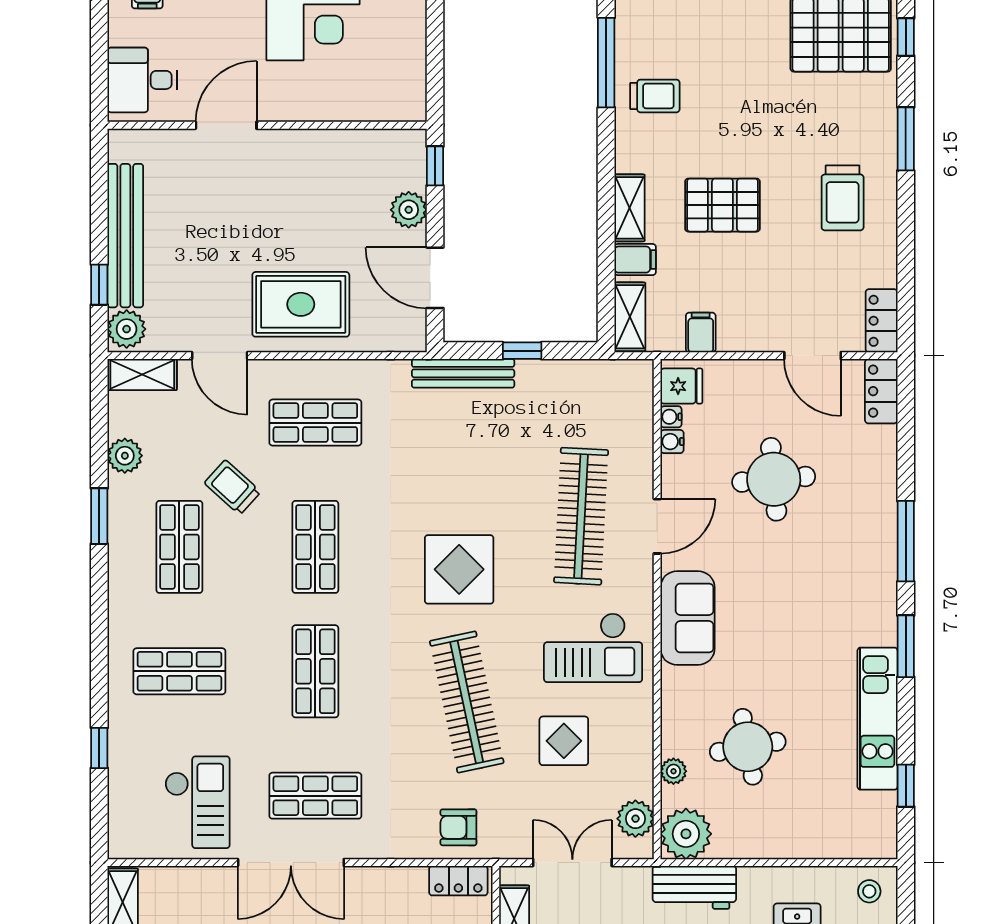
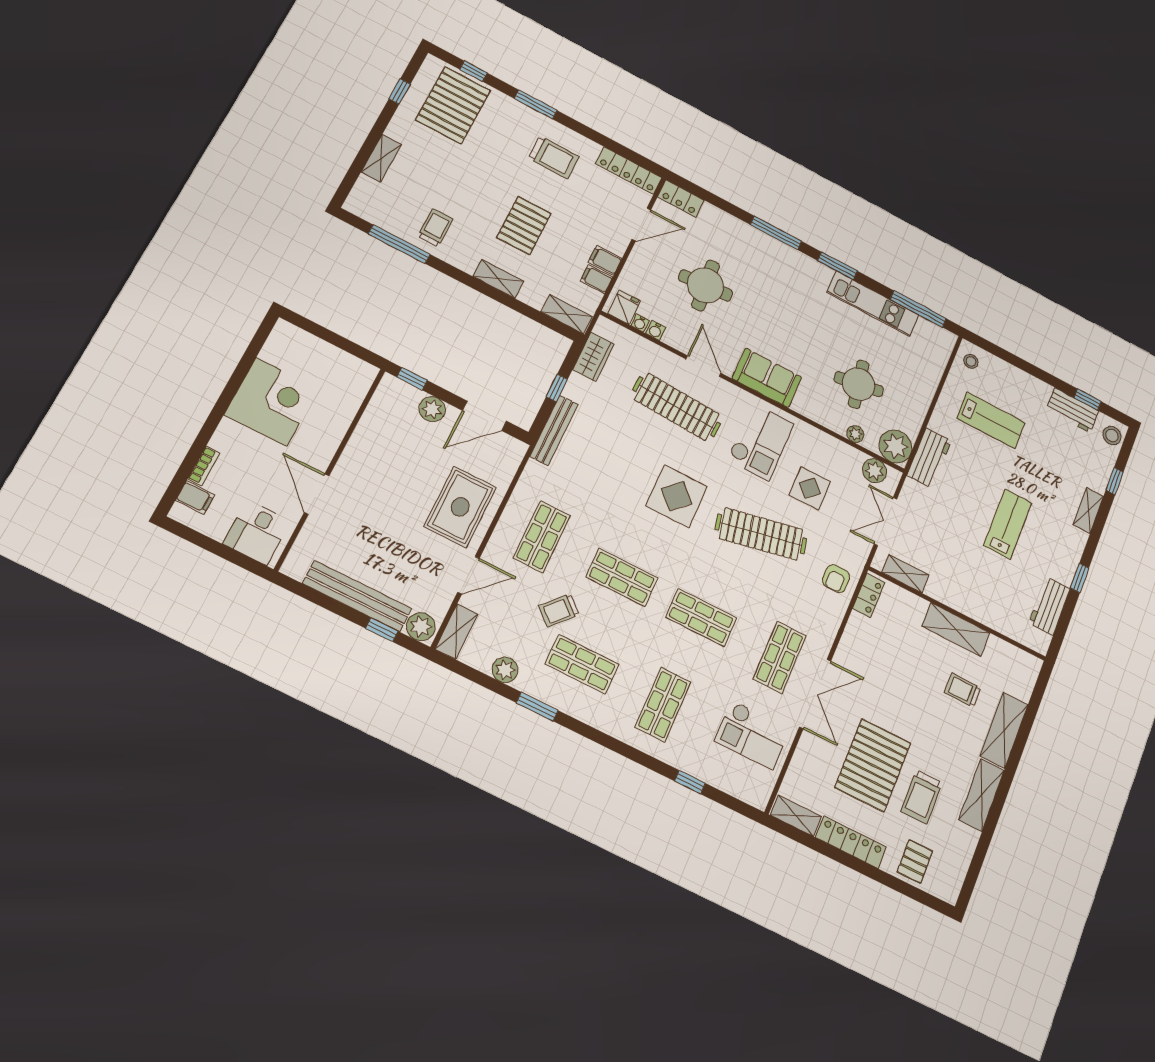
filing cabinet: (635, 260) -> (605, 260), moved, turned -90
locker: (882, 321) -> (629, 171), width x1.53
wardrobe: (590, 378) -> (593, 357), added
window: (906, 786) -> (918, 309), width x2.17
checkout: (197, 802) -> (752, 735), turned 180

